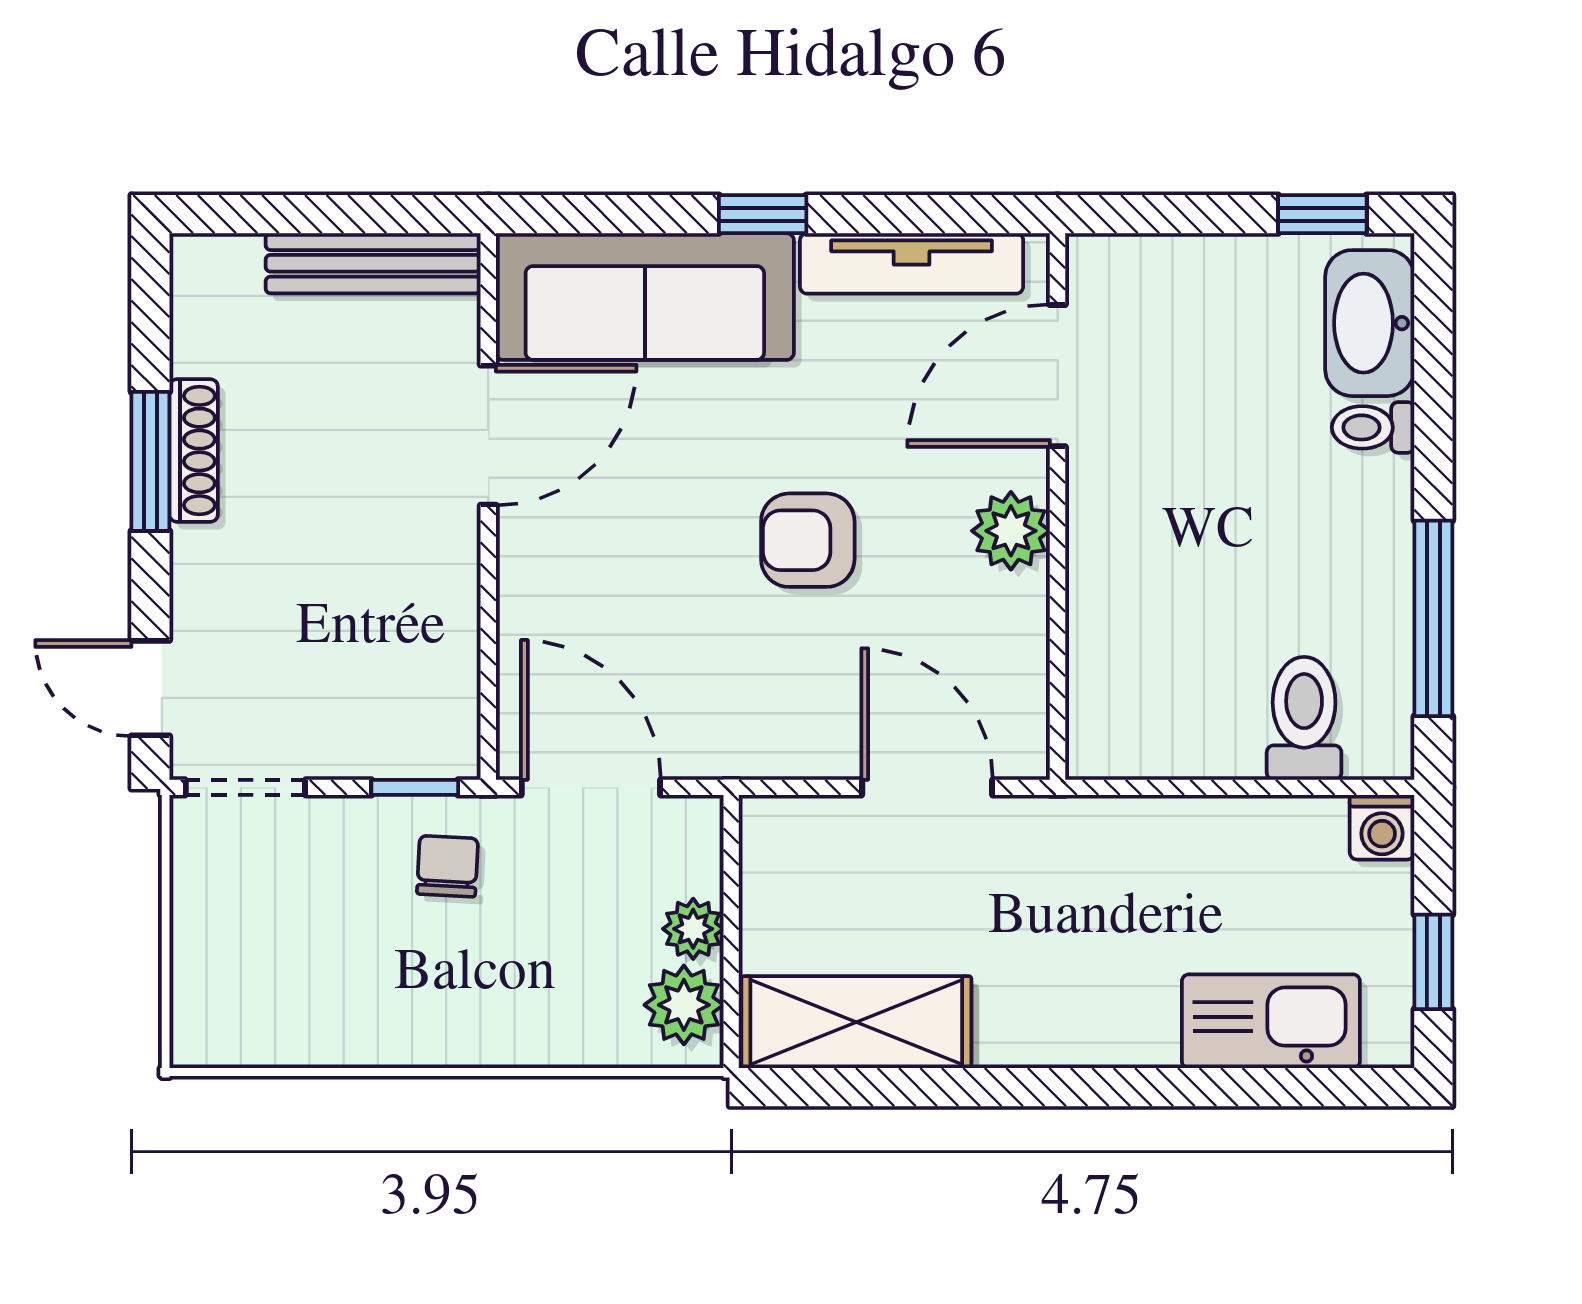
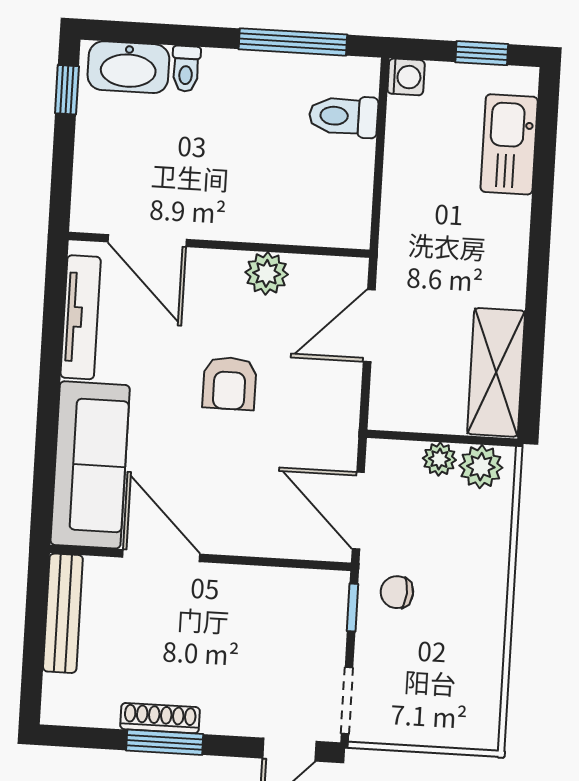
window: (763, 214) -> (49, 398), removed
plant: (1011, 531) -> (267, 273), moved
door: (591, 787) -> (358, 511), hinge flipped

